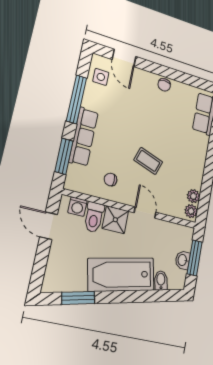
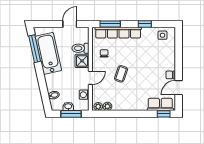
door: (124, 58) -> (179, 88), moved
window: (76, 99) -> (145, 24), width x0.46
row of seats: (84, 137) -> (118, 33), width x1.36
washing machine: (77, 207) -> (84, 95), moved
bathtub: (121, 275) -> (48, 53), moved
window: (78, 298) -> (35, 49), width x1.44

